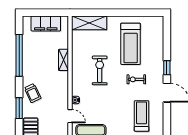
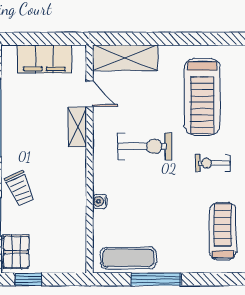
exercise bike: (100, 70) -> (145, 146), turned 90
door: (70, 116) -> (90, 94), moved

